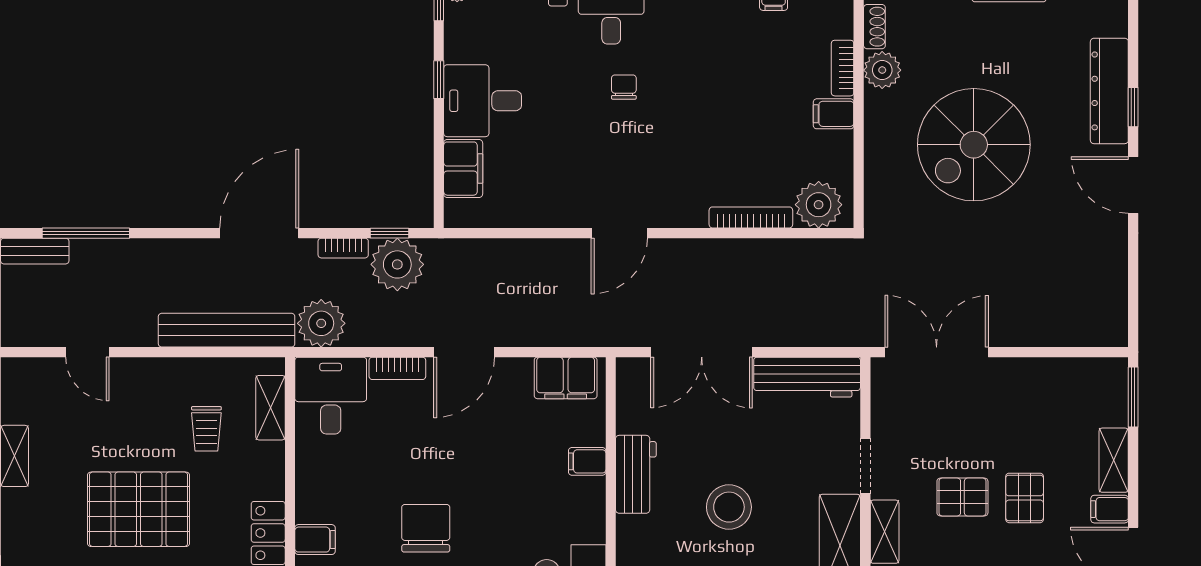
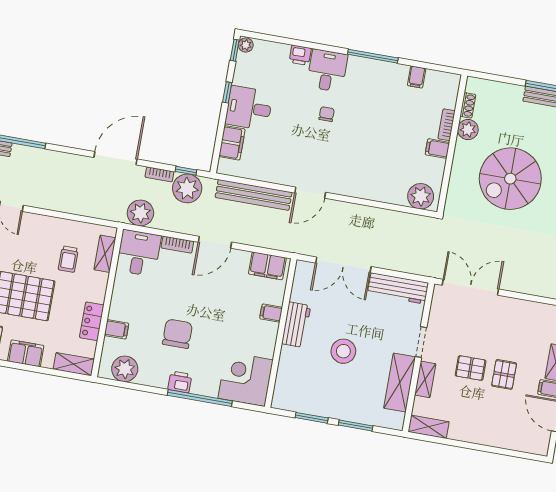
bookcase: (751, 217) -> (383, 197), removed
bench: (227, 330) -> (254, 195), moved

